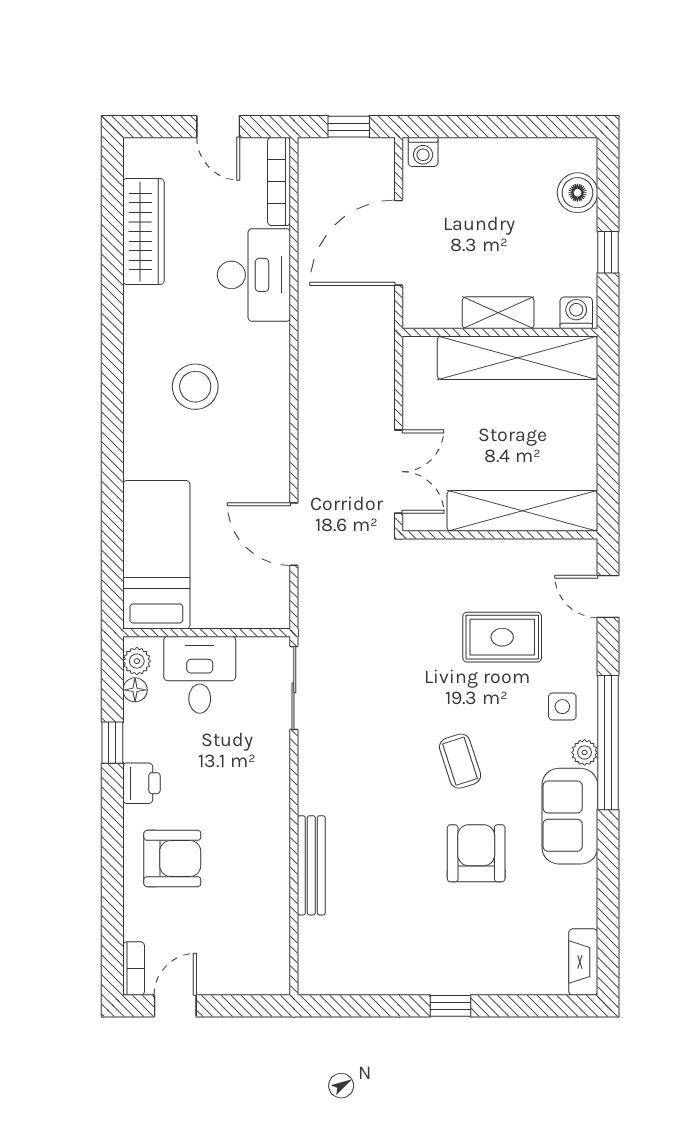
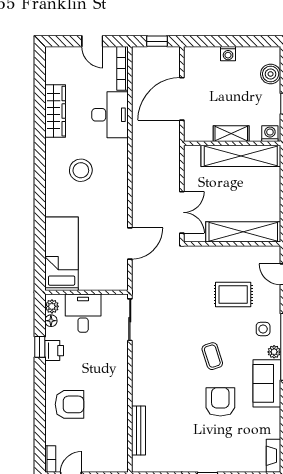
washing machine: (423, 152) -> (228, 54), moved
wardrobe: (143, 231) -> (55, 111), moved
door: (294, 534) -> (130, 243), swing flipped
printer: (141, 783) -> (54, 351), moved
bench: (311, 865) -> (138, 431), moved

